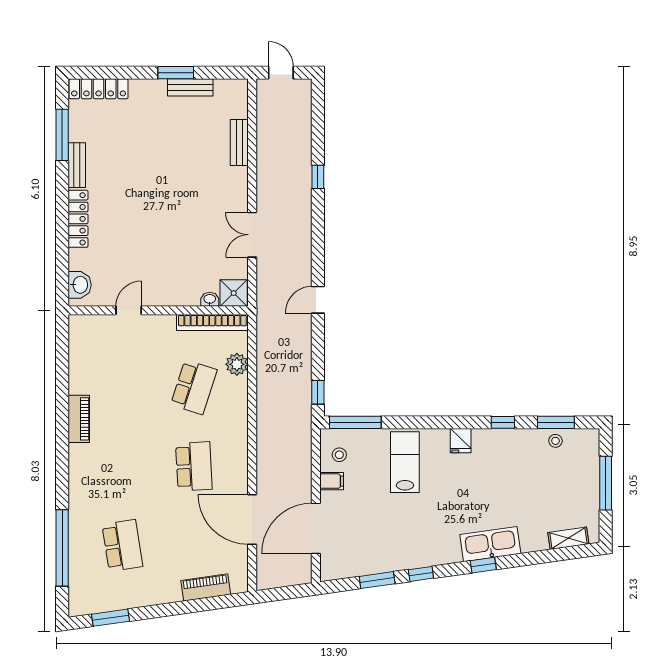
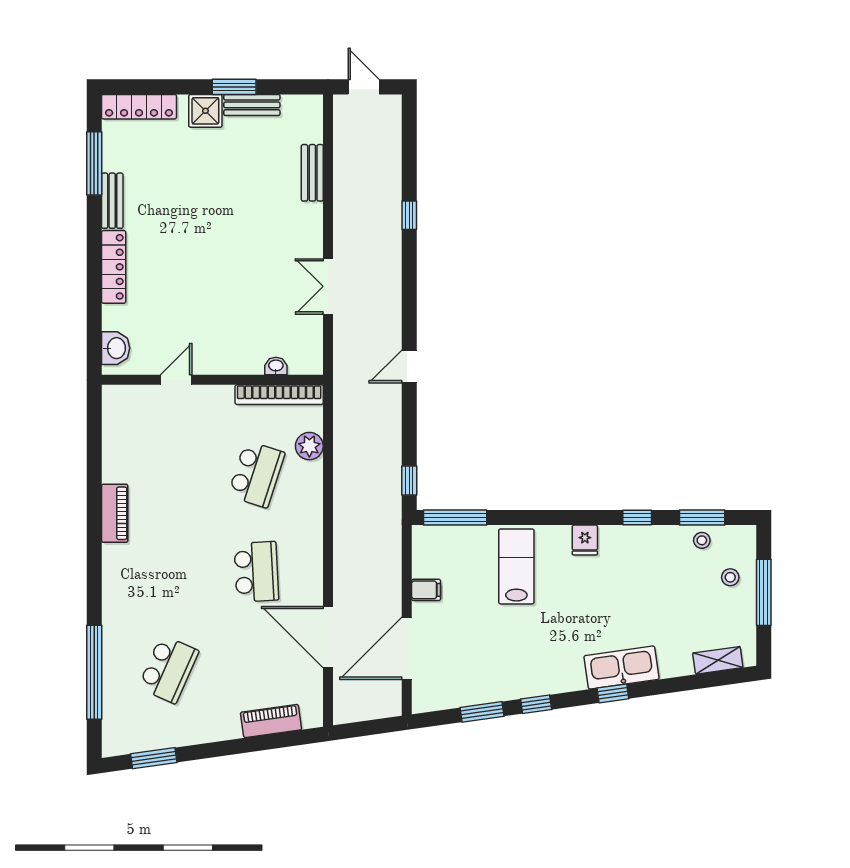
shower: (234, 293) -> (205, 111), moved
stool: (339, 455) -> (730, 577), moved
school desk: (122, 545) -> (168, 669), turned 33

